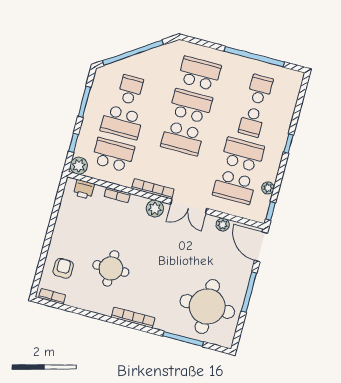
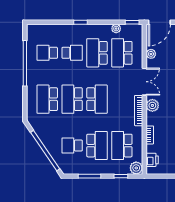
school desk: (234, 187) -> (122, 53), turned 180

